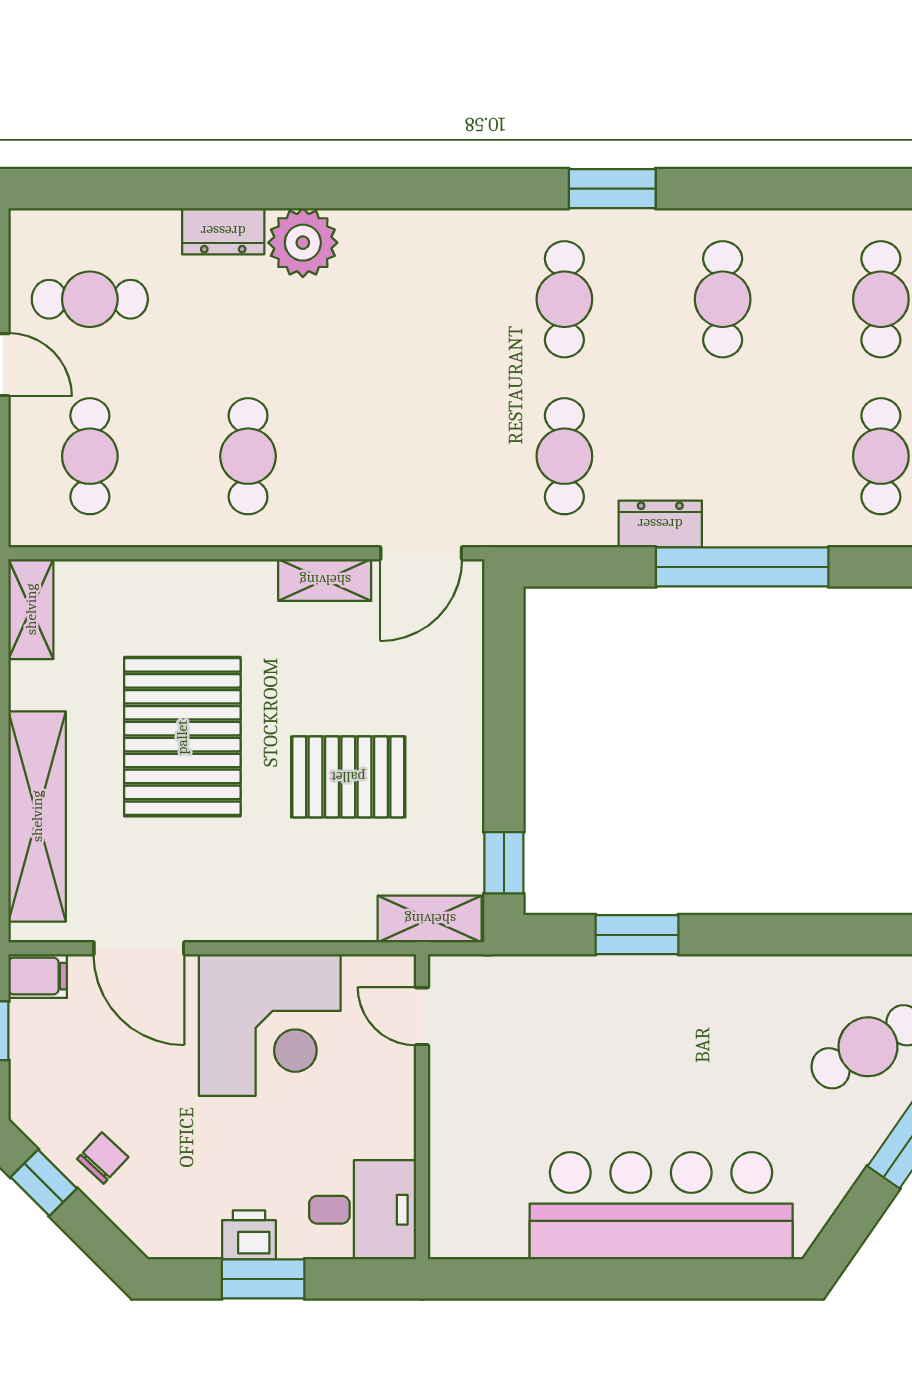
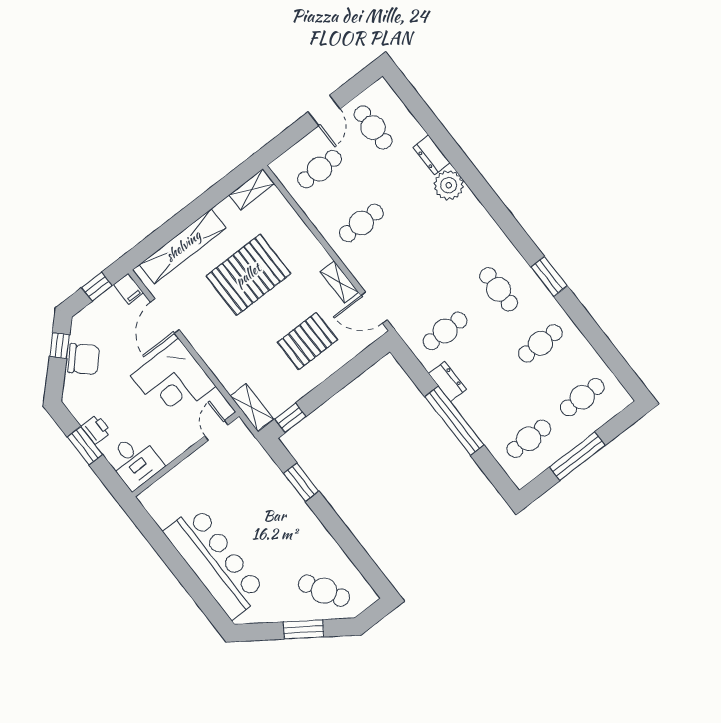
cafe table: (564, 299) -> (499, 289), turned 90
pallet: (348, 777) -> (307, 341), moved, turned 90
chair: (103, 1158) -> (84, 359), width x1.87, depth x1.87

